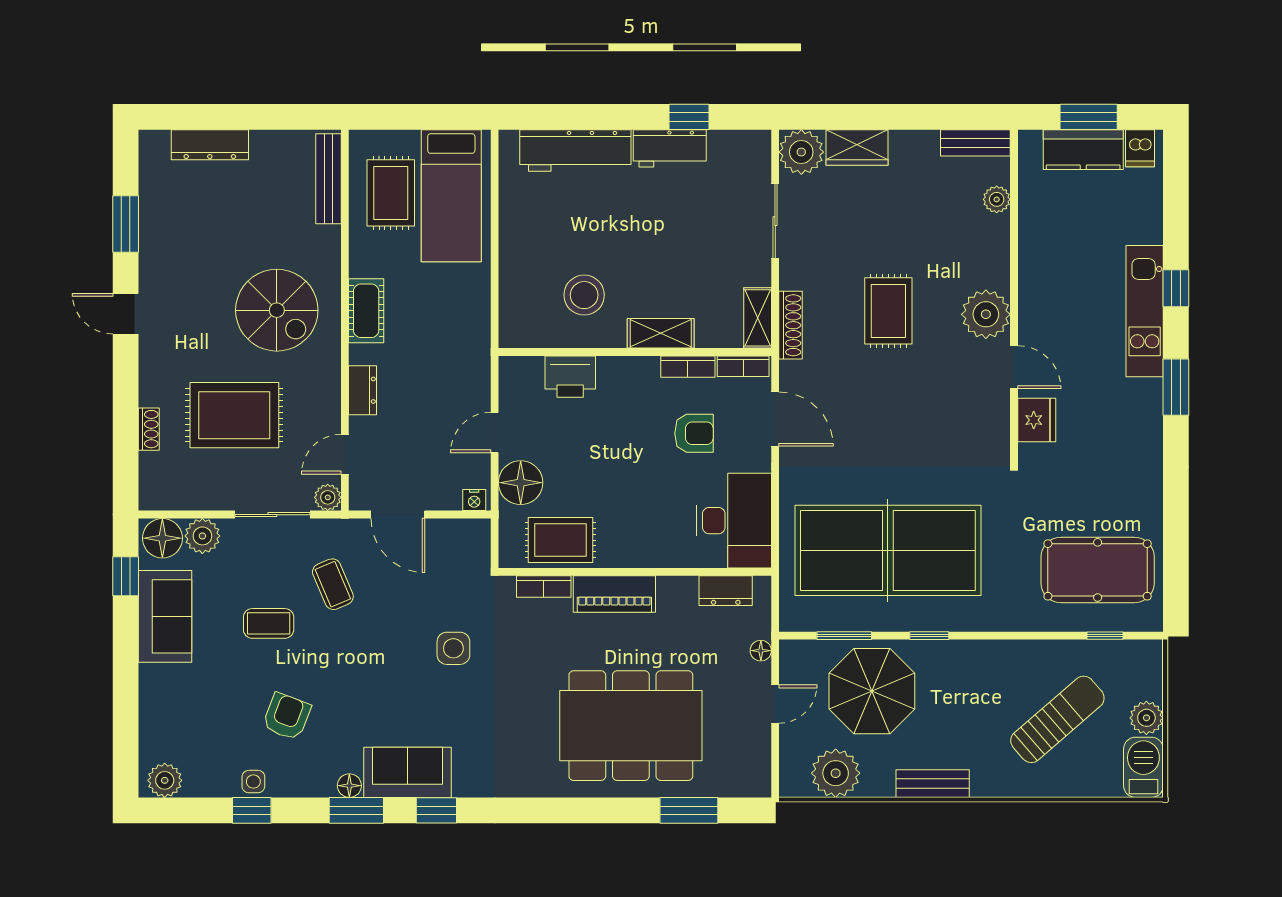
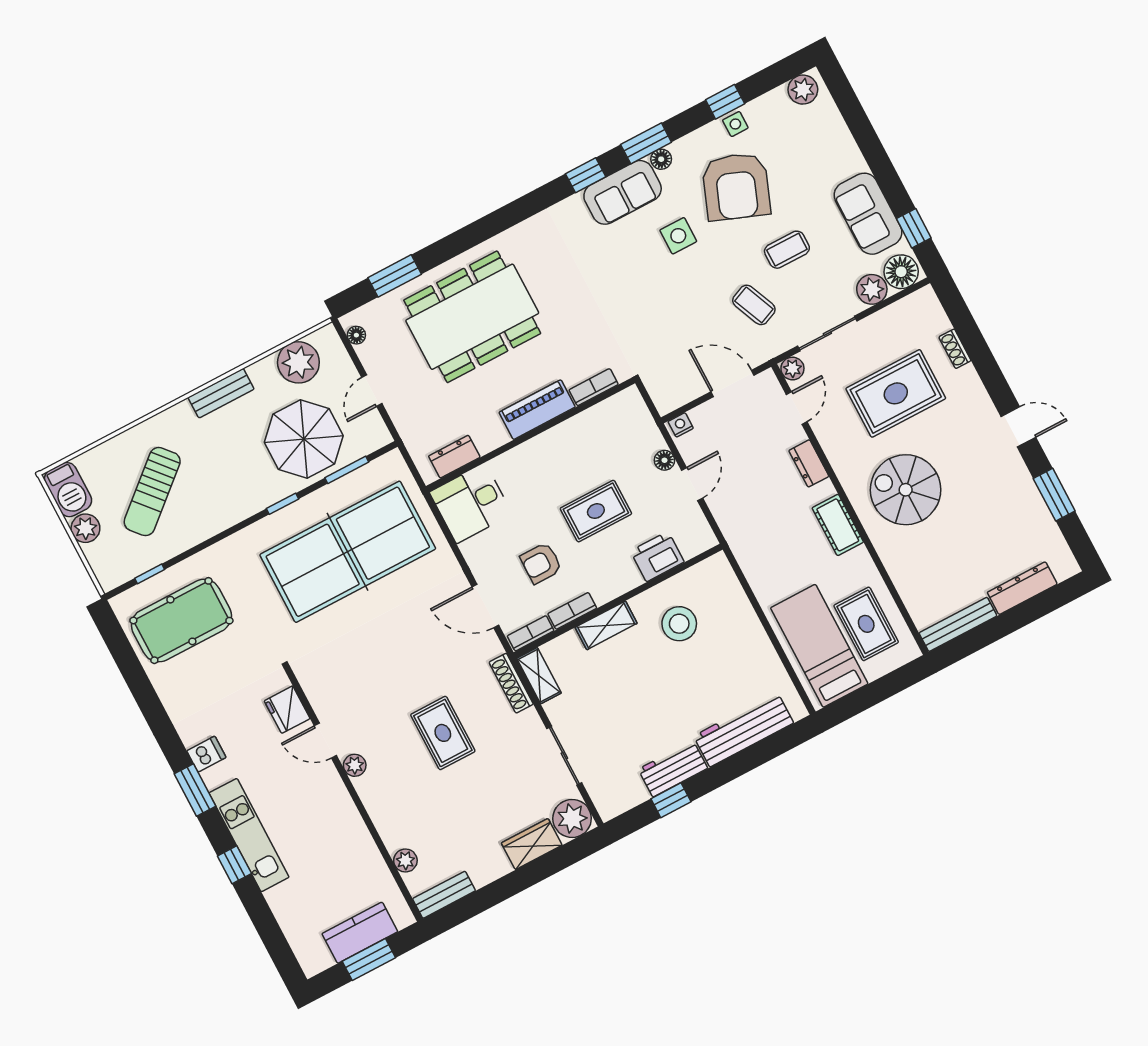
dishwasher: (1140, 148) -> (206, 754), moved, turned 90
bench: (328, 179) -> (958, 624), moved, turned 90
plant: (986, 314) -> (355, 765), width x0.53, depth x0.53
floor lamp: (521, 483) -> (664, 460), width x0.53, depth x0.53
desk: (734, 521) -> (471, 503), width x0.73
rug: (560, 540) -> (596, 511), moved
side table: (453, 648) -> (678, 236), moved
floor lamp: (761, 651) -> (356, 335), moved
armchair: (287, 716) -> (736, 187), width x1.88, depth x1.88

